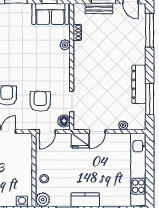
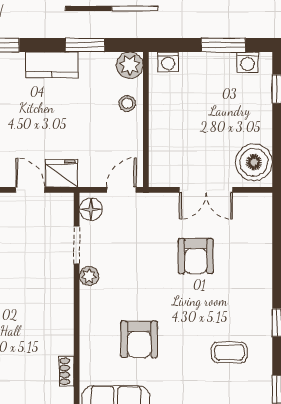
plant: (65, 45) -> (89, 276), moved
armchair: (40, 101) -> (139, 339), moved
door: (97, 132) -> (30, 190), hinge flipped

